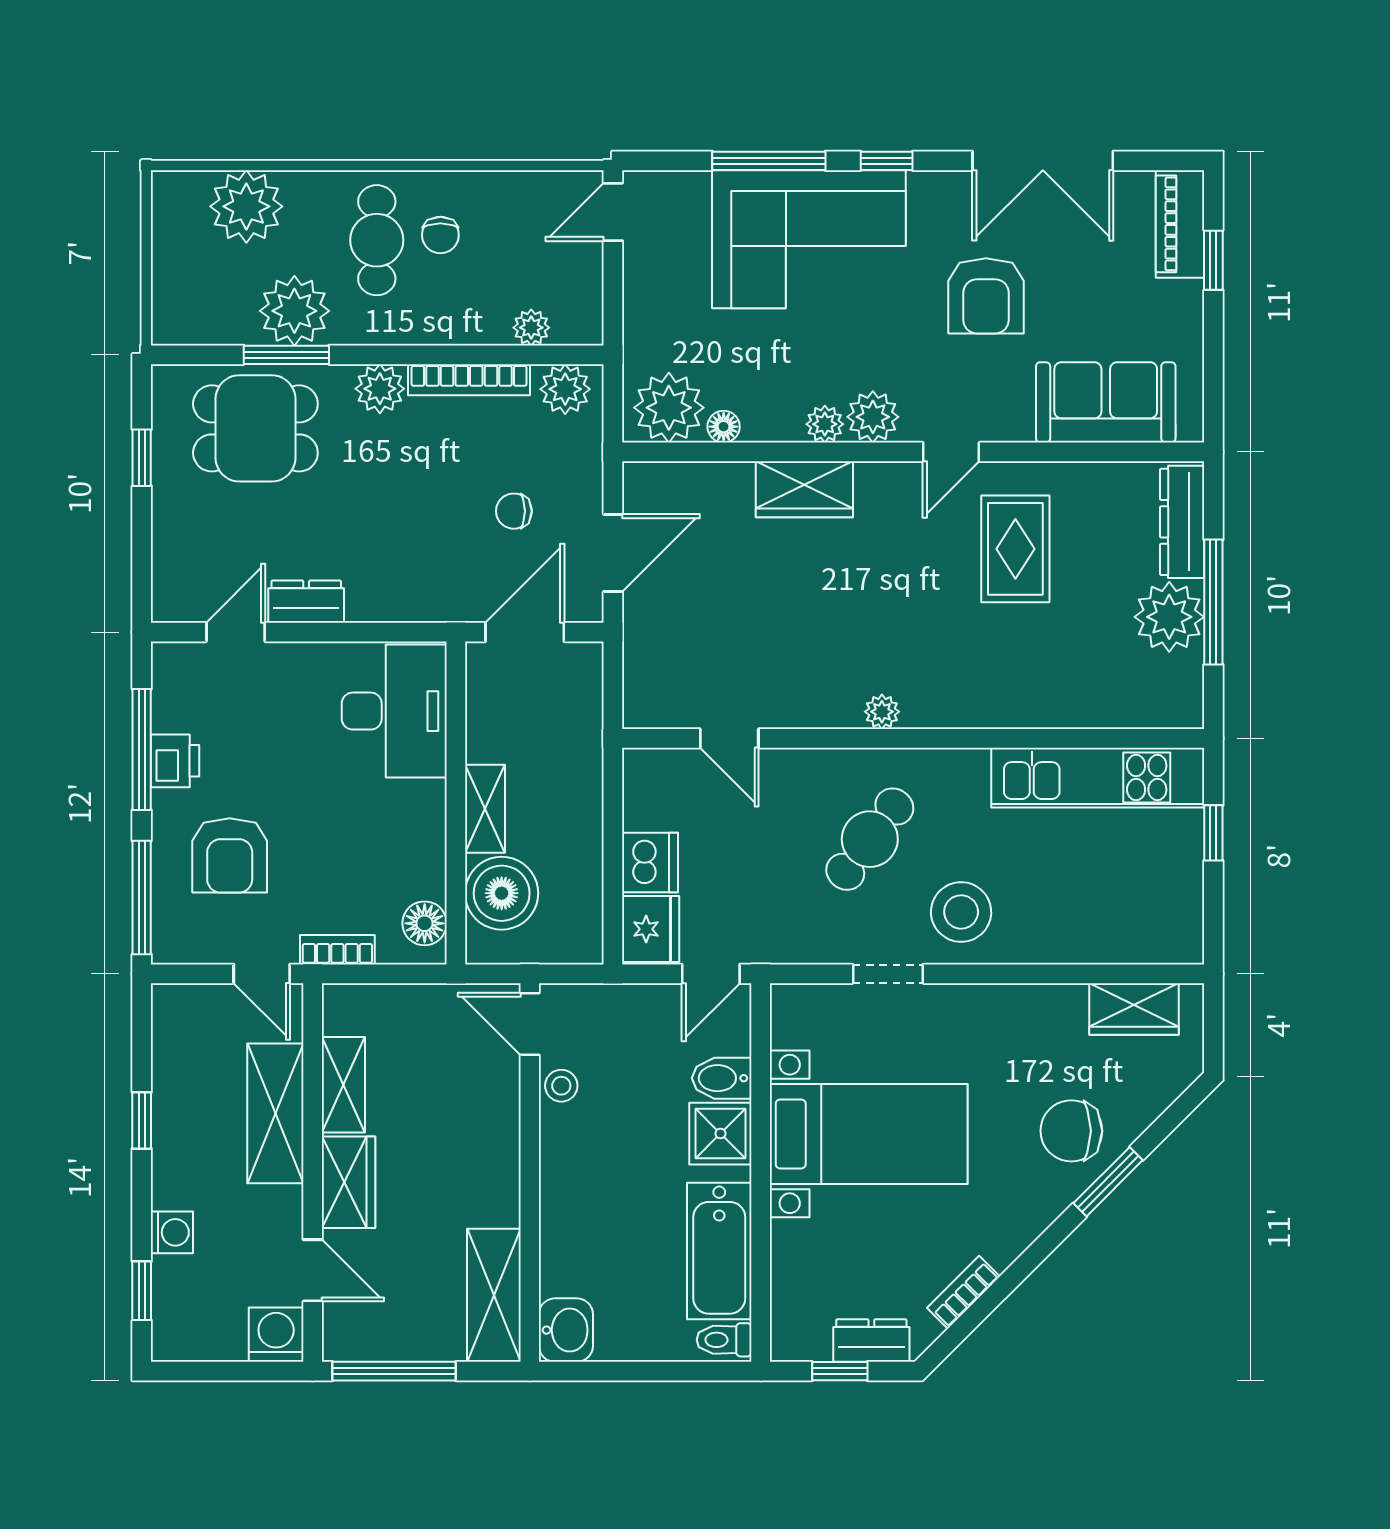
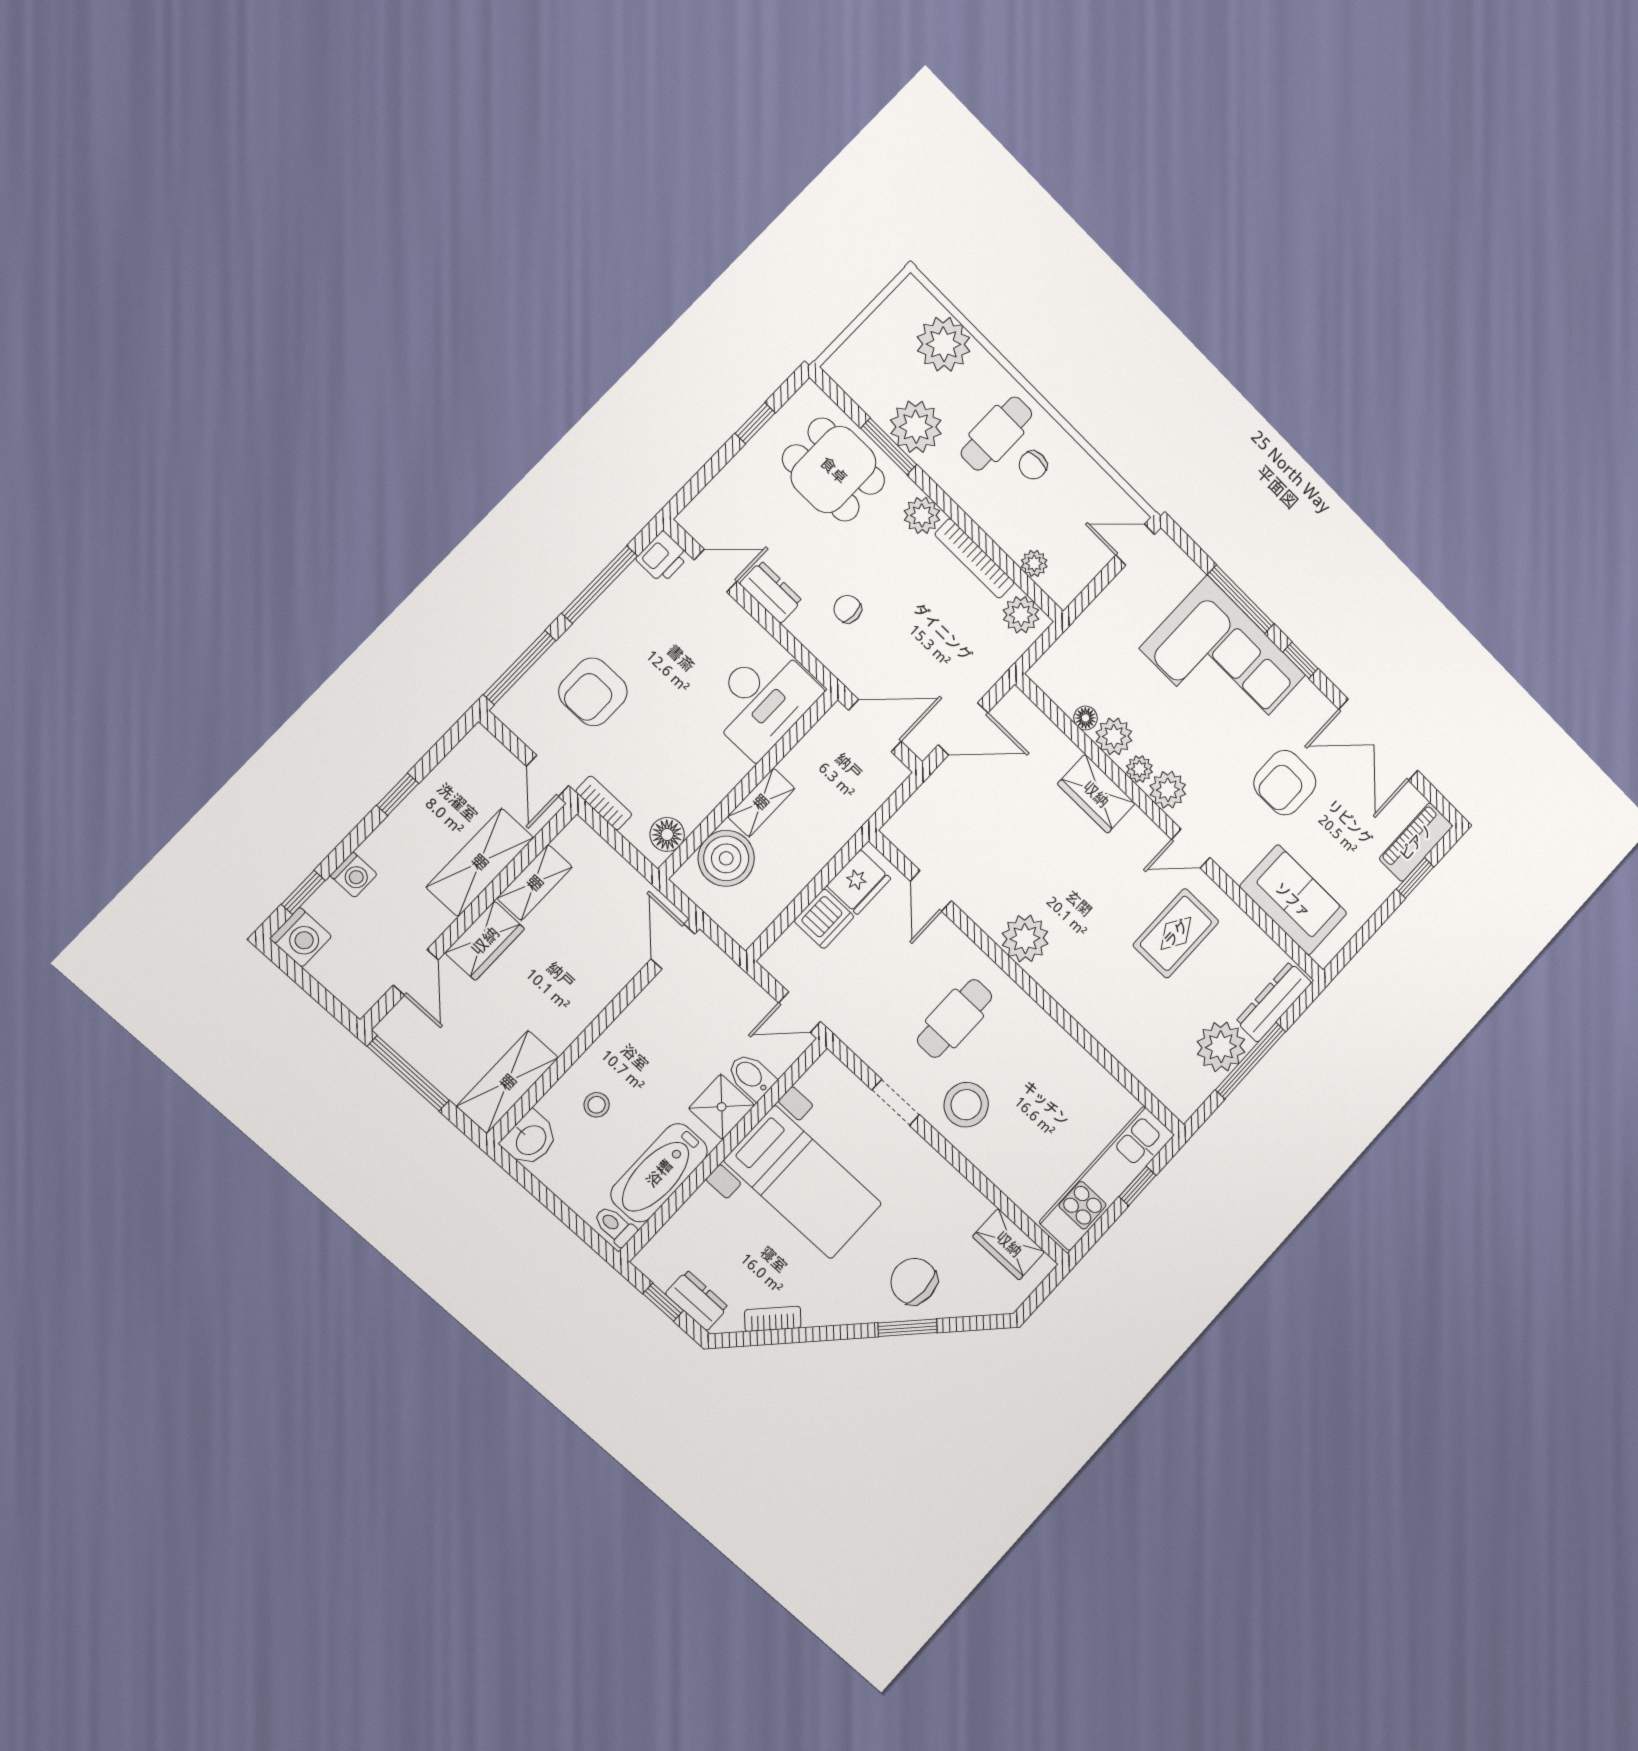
plant: (669, 408) -> (1114, 736), moved, width x0.73, depth x0.73
chair: (514, 511) -> (848, 609), moved
plant: (882, 712) -> (1025, 939), width x1.87, depth x1.87
printer: (175, 761) -> (662, 557), moved
kitchen unit: (1098, 778) -> (1107, 1178), moved, turned 90
cafe table: (870, 839) -> (955, 1018), turned -37
fridge: (651, 929) -> (859, 882), moved
stool: (561, 1086) -> (597, 1105), moved
washing machine: (276, 1335) -> (301, 937), moved, turned 90

